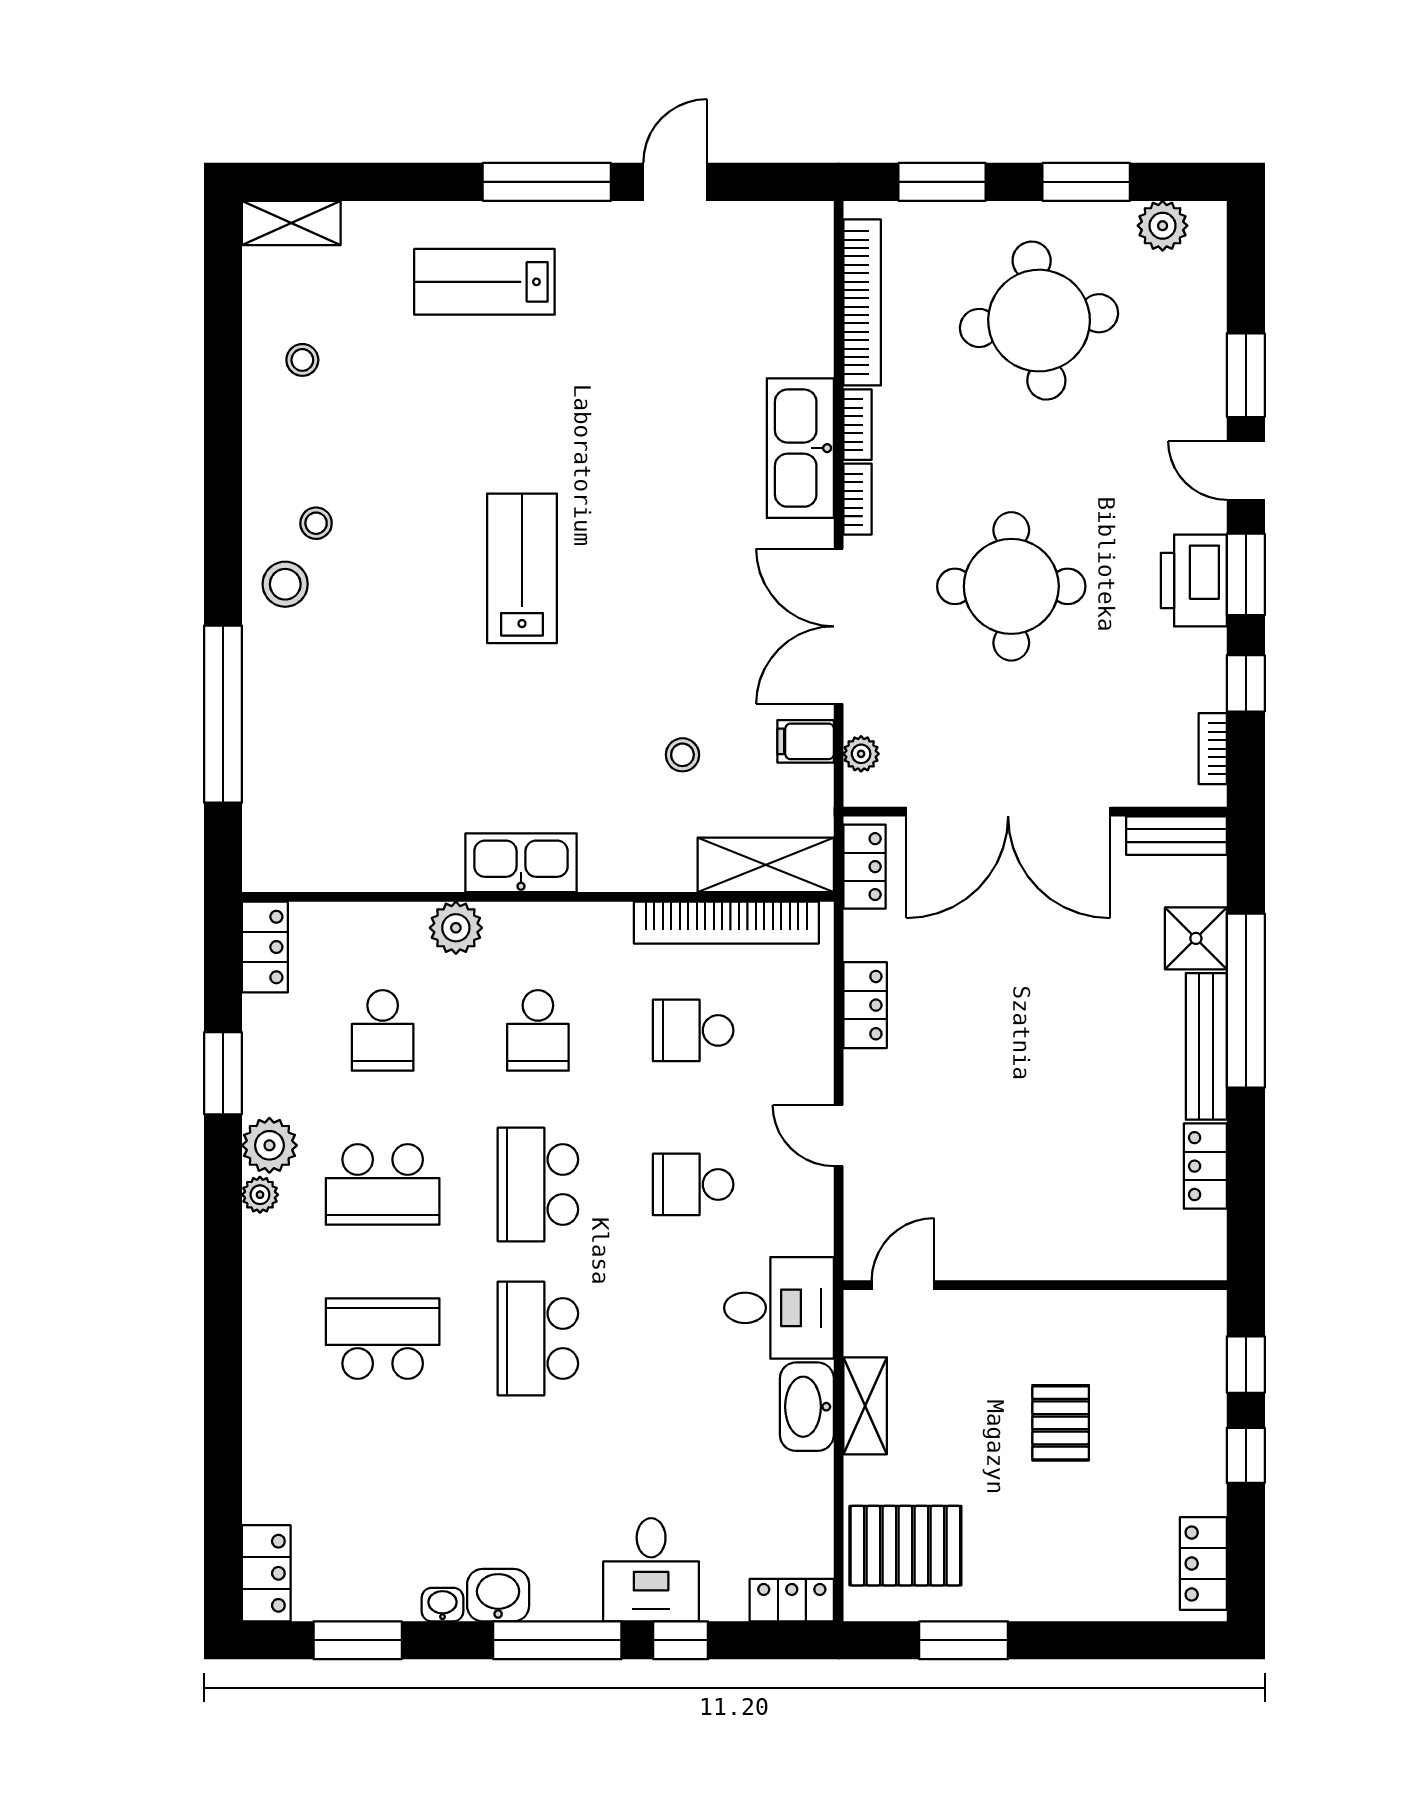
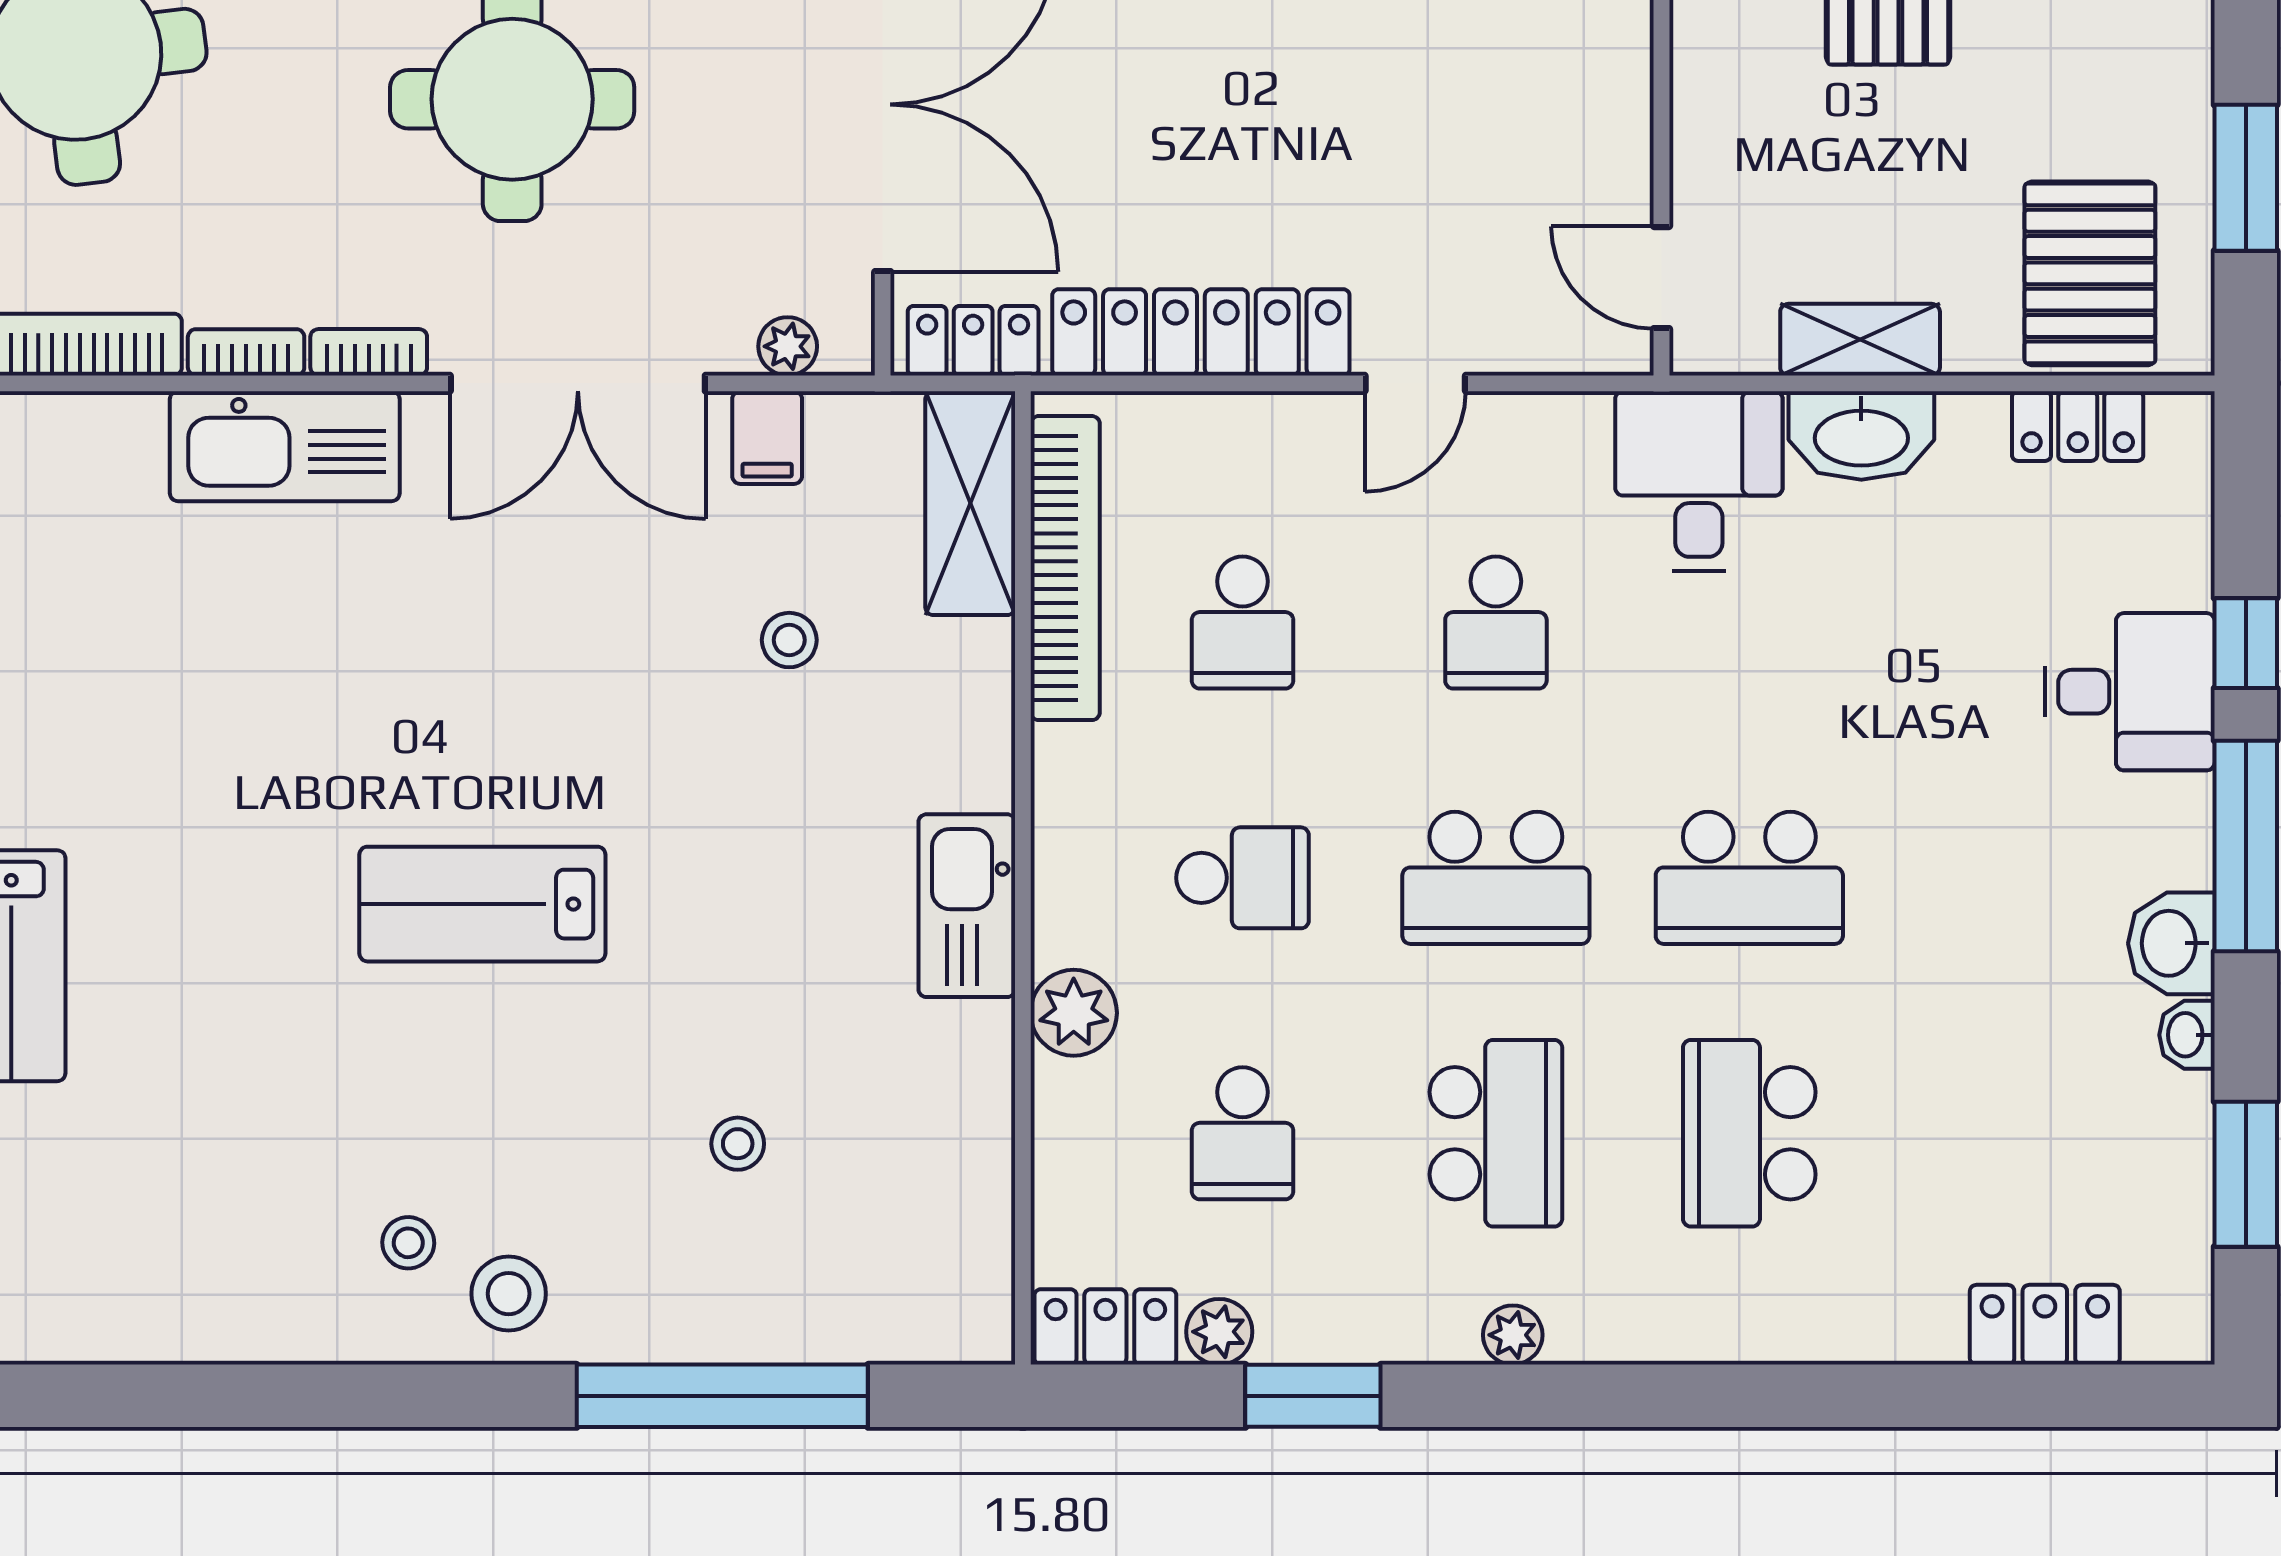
stool: (302, 360) -> (738, 1144), moved
locker: (865, 1005) -> (1201, 332), width x2.16, depth x1.21
school desk: (383, 1030) -> (1243, 1133), turned 90
plant: (269, 1145) -> (1219, 1332), moved, width x0.73, depth x0.73
locker: (266, 1573) -> (2045, 1325), moved
locker: (792, 1600) -> (2078, 426), moved, turned -90

